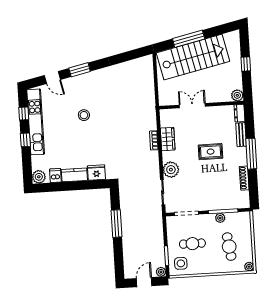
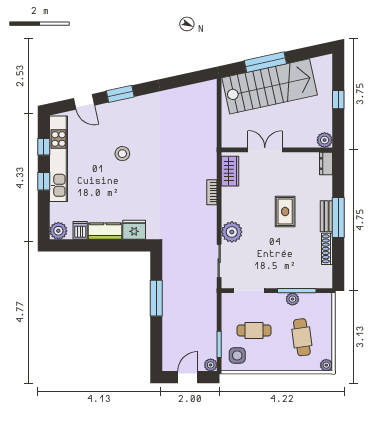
bench: (241, 135) -> (326, 216), moved
wardrobe: (168, 139) -> (230, 171), moved
rug: (211, 152) -> (285, 212), turned 90

